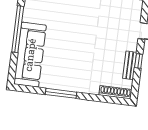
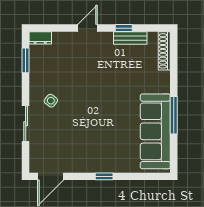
window: (18, 29) -> (104, 176), width x0.32
sofa: (30, 55) -> (155, 131), moved, turned -90

